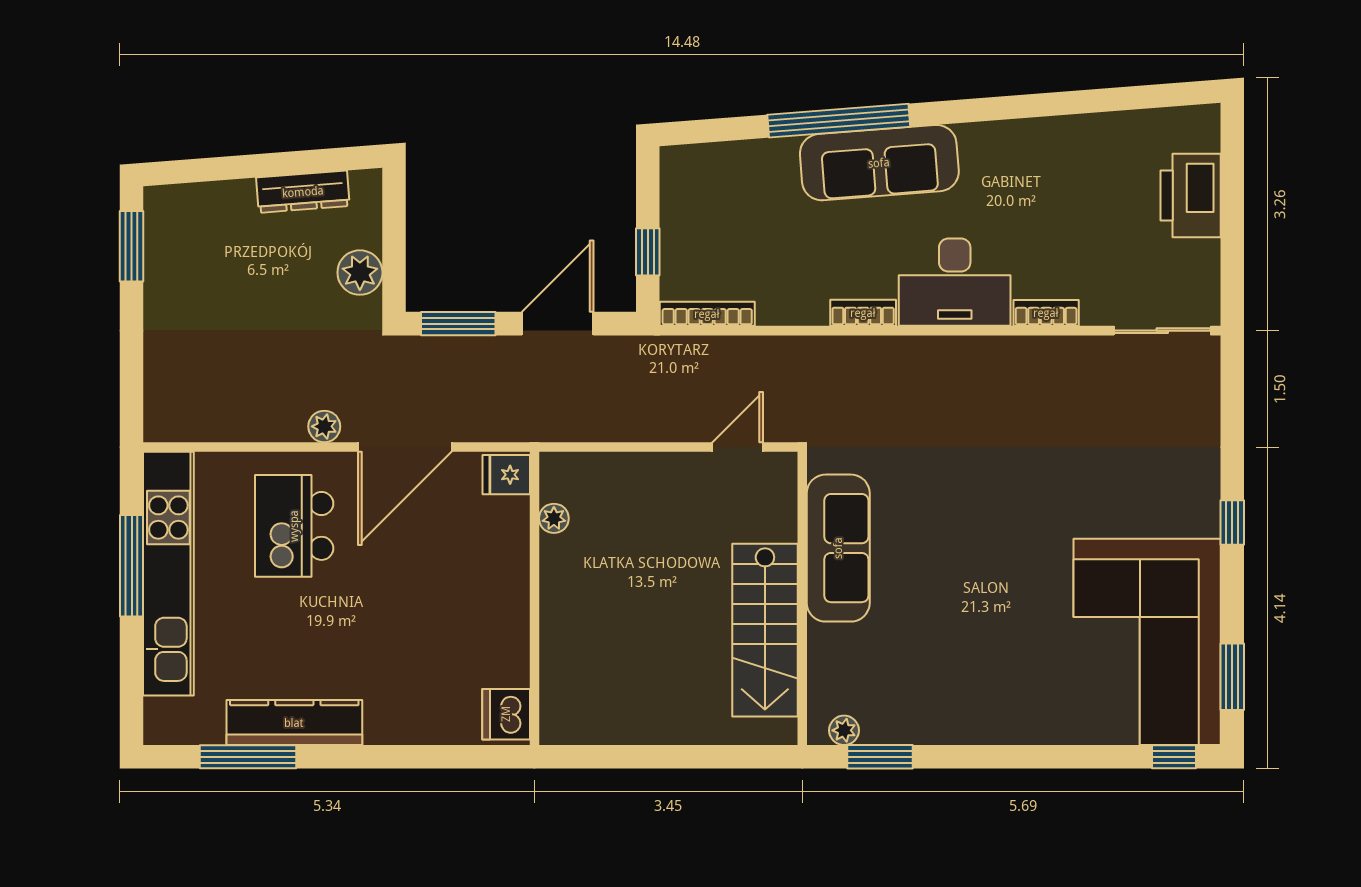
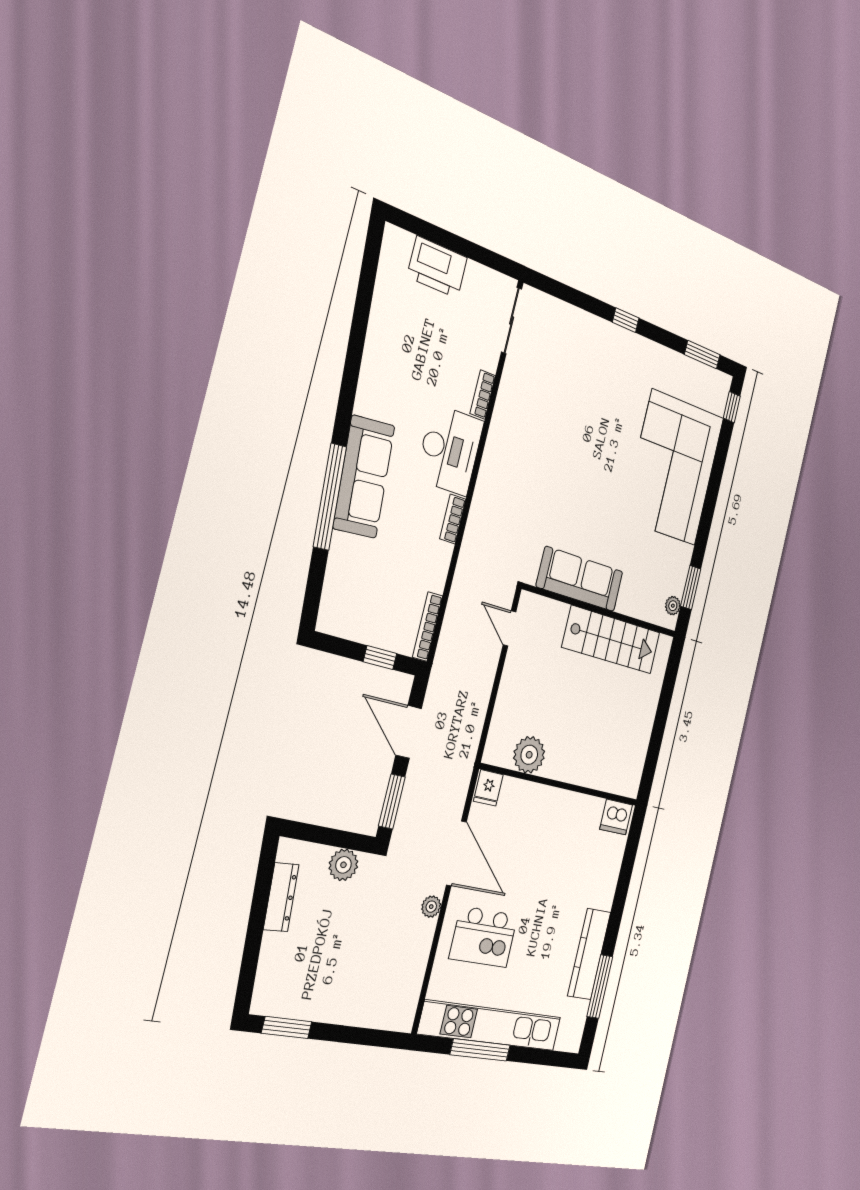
plant: (554, 518) -> (529, 755), width x1.88, depth x1.88
corner sofa: (1147, 642) -> (674, 468), moved, turned 90

